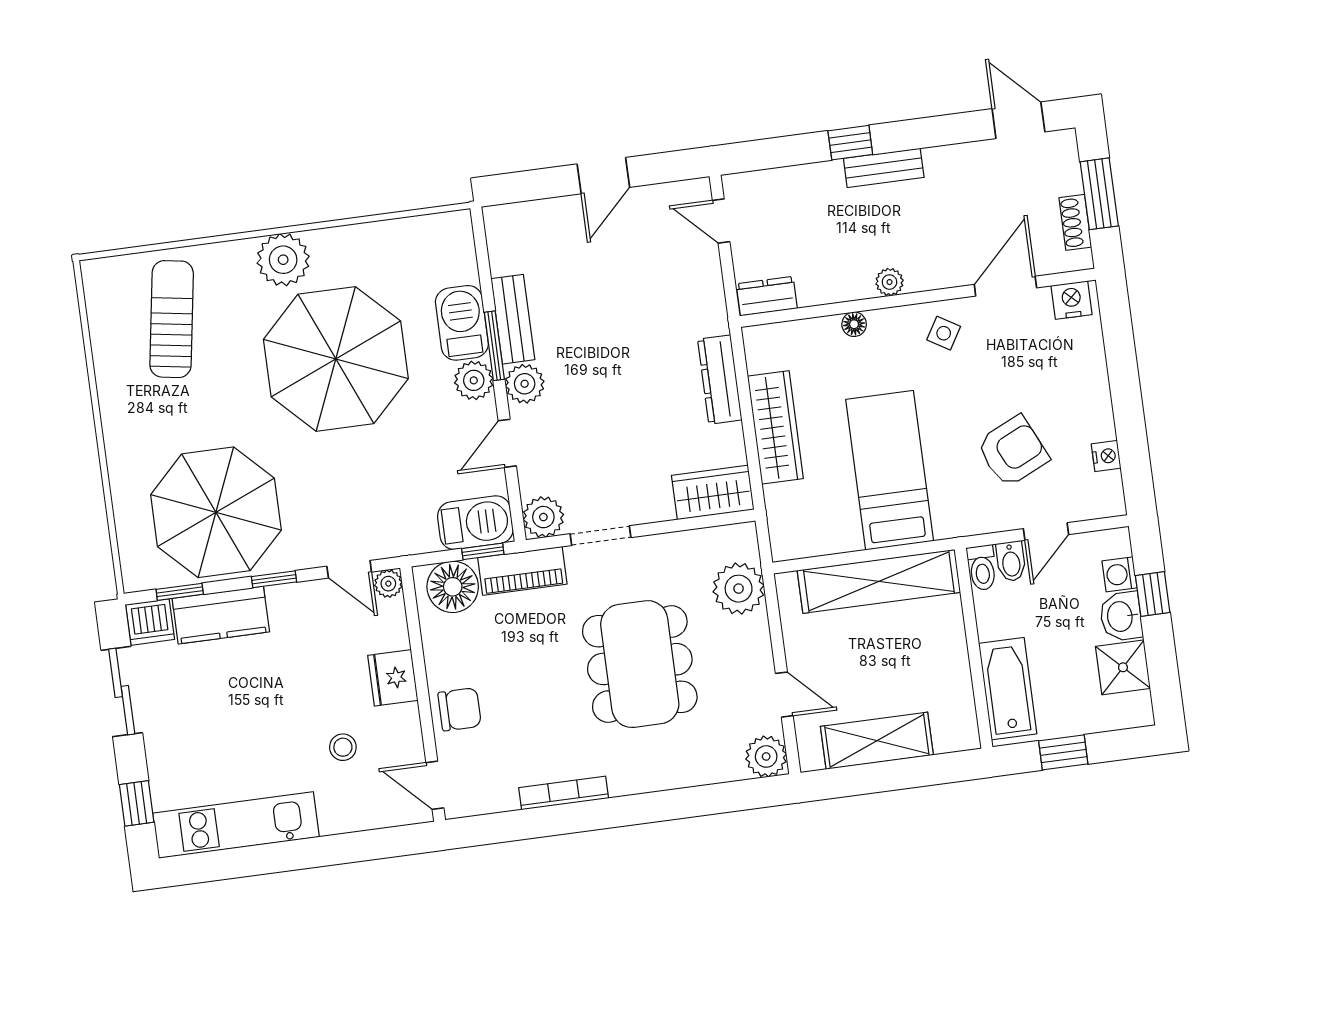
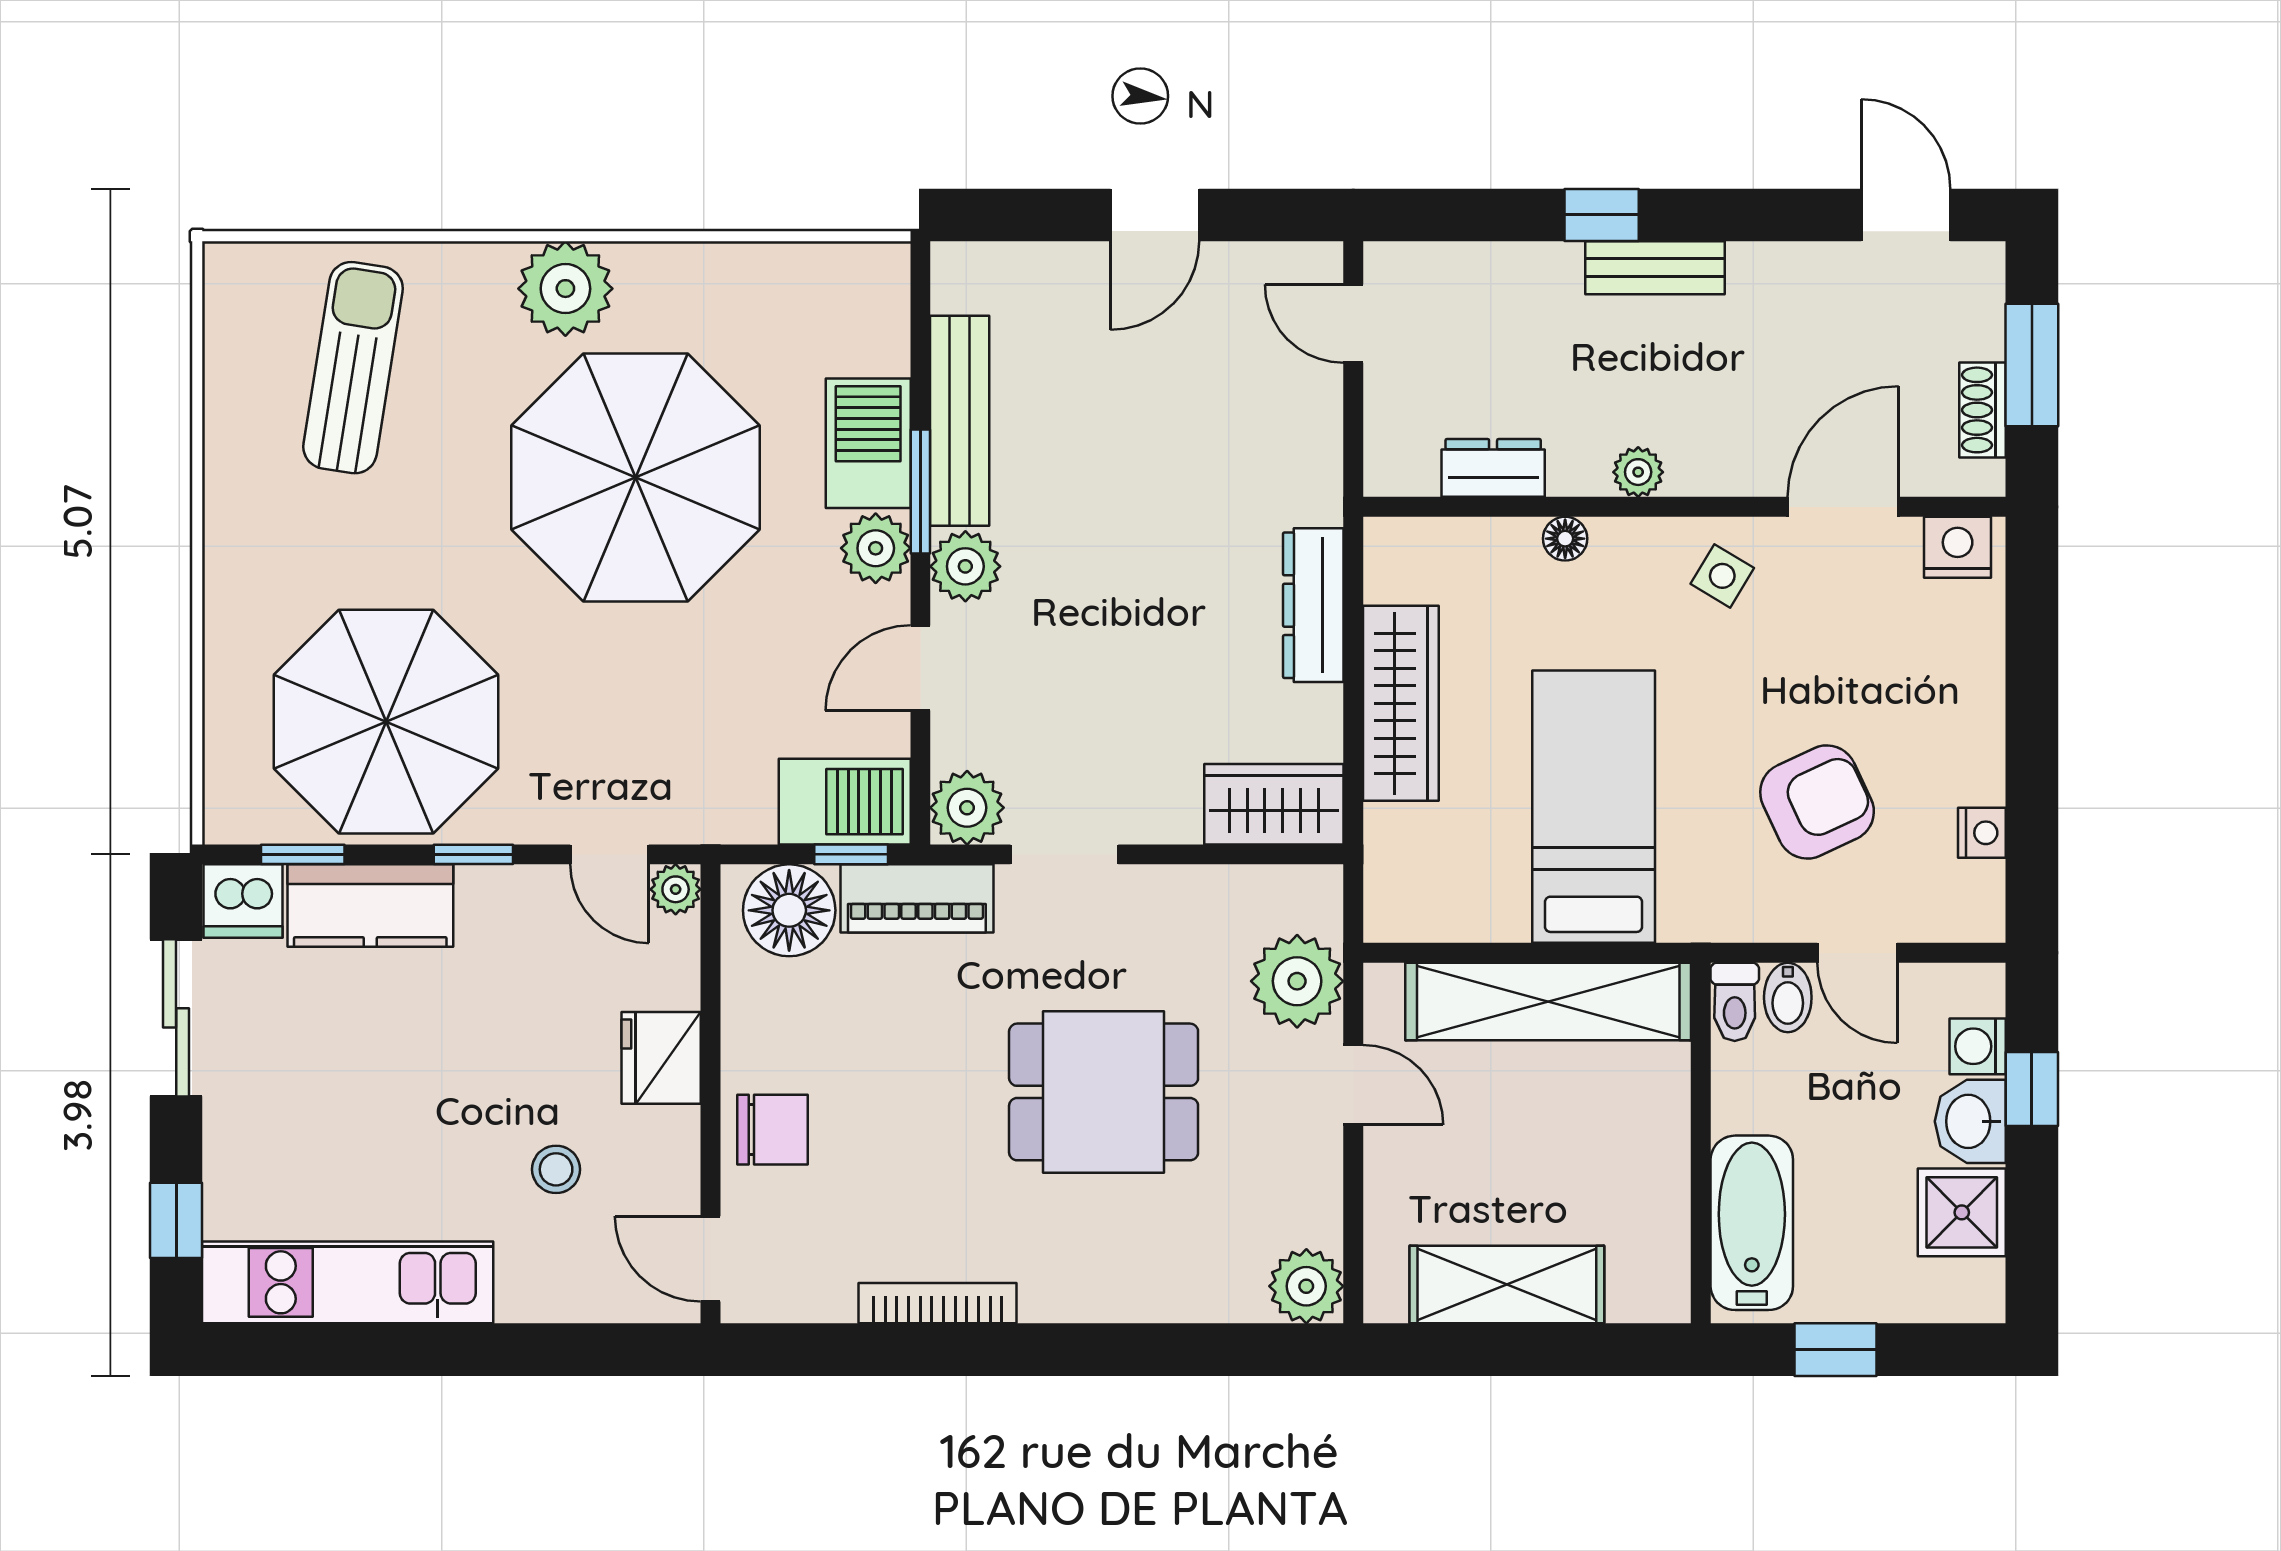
dresser: (767, 296) -> (1493, 468), moved
bench: (513, 319) -> (960, 421), width x1.36
door: (1046, 532) -> (1857, 953), hinge flipped
dining table: (640, 664) -> (1104, 1092), width x0.73
door: (784, 695) -> (1353, 1085), moved

